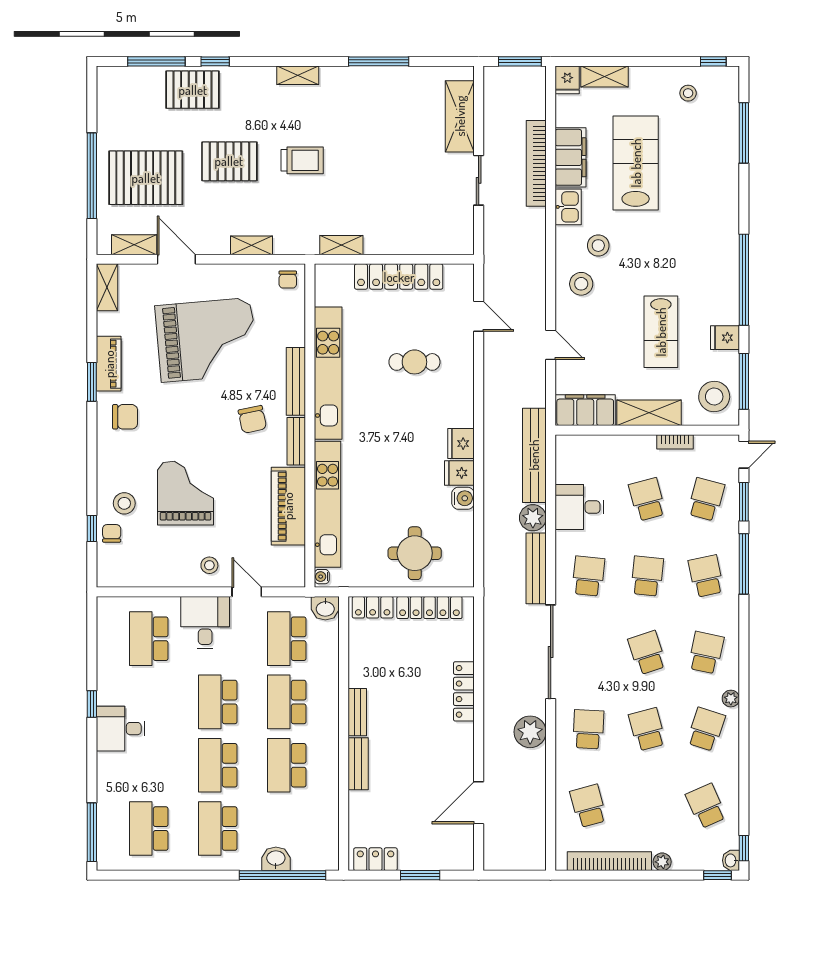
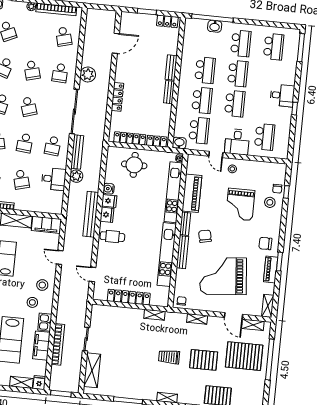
cafe table: (414, 362) -> (112, 237), moved
bench: (534, 455) -> (91, 214), moved

